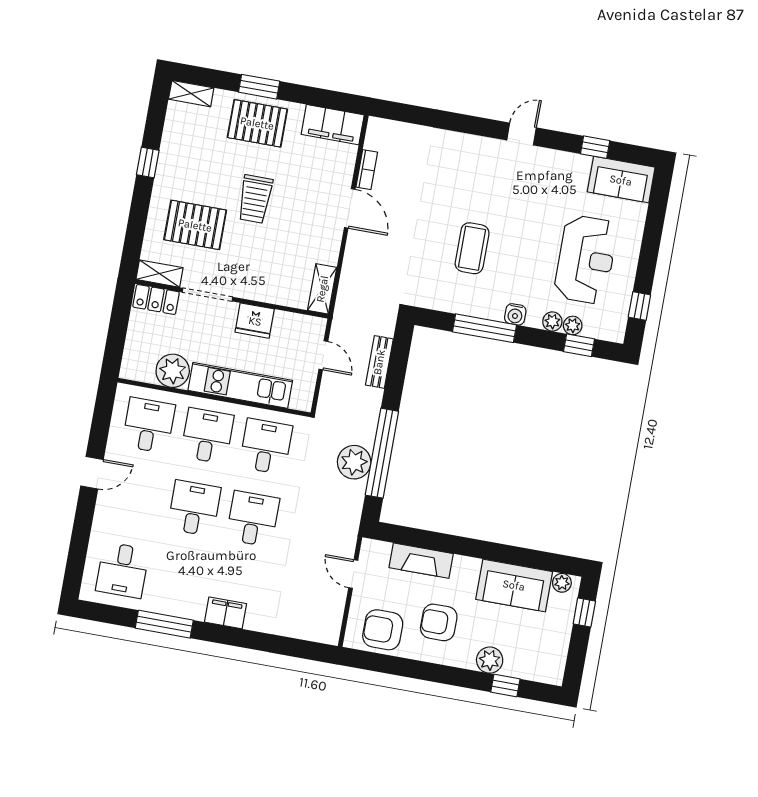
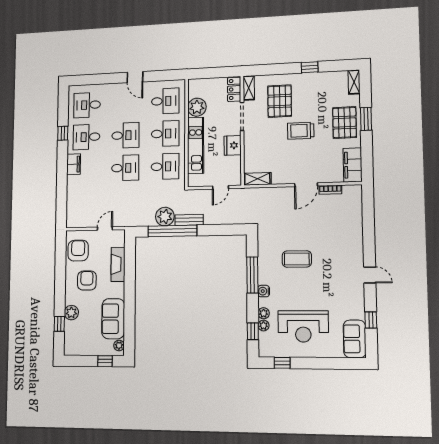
bench: (379, 362) -> (189, 220), moved
desk: (181, 581) -> (87, 137), added
window: (164, 624) -> (63, 133), width x0.46

